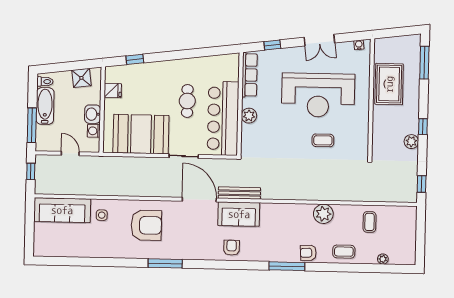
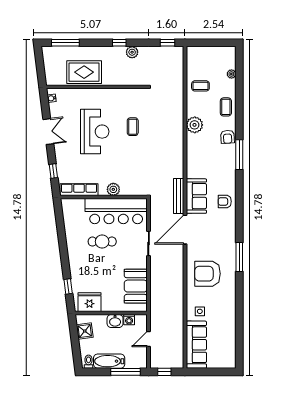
fridge: (113, 91) -> (89, 302), width x1.88, depth x1.34
reception desk: (318, 95) -> (95, 132), width x0.74, depth x0.77
booth: (141, 134) -> (136, 286), width x0.73, depth x0.70
armchair: (146, 225) -> (208, 274), turned -90

